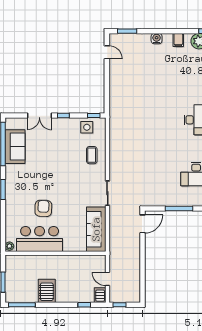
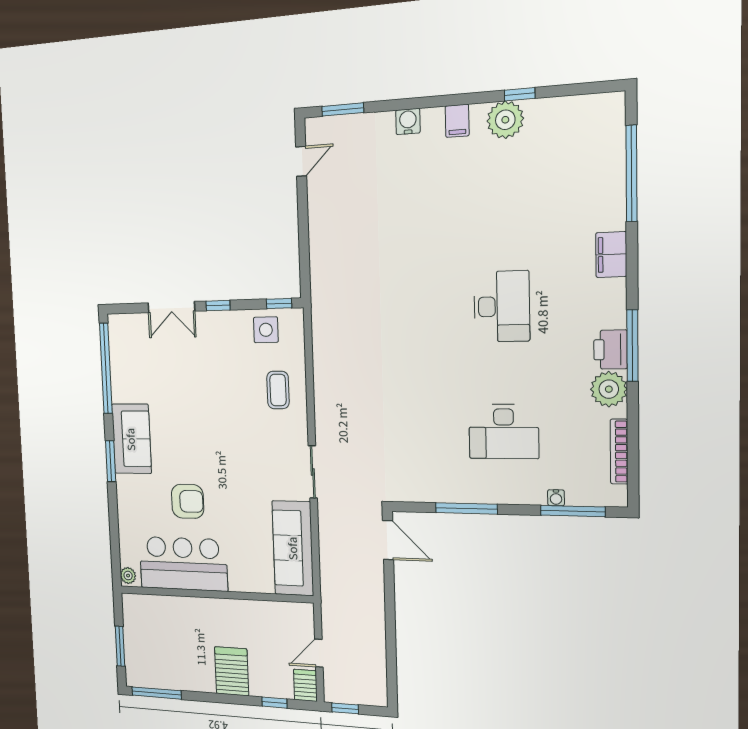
door: (107, 52) -> (301, 161), hinge flipped
sofa: (15, 147) -> (131, 439), moved
armchair: (43, 208) -> (188, 501), turned 88
door: (143, 224) -> (388, 540), hinge flipped
door: (107, 279) -> (319, 653), hinge flipped
server rack: (47, 291) -> (232, 671), moved

